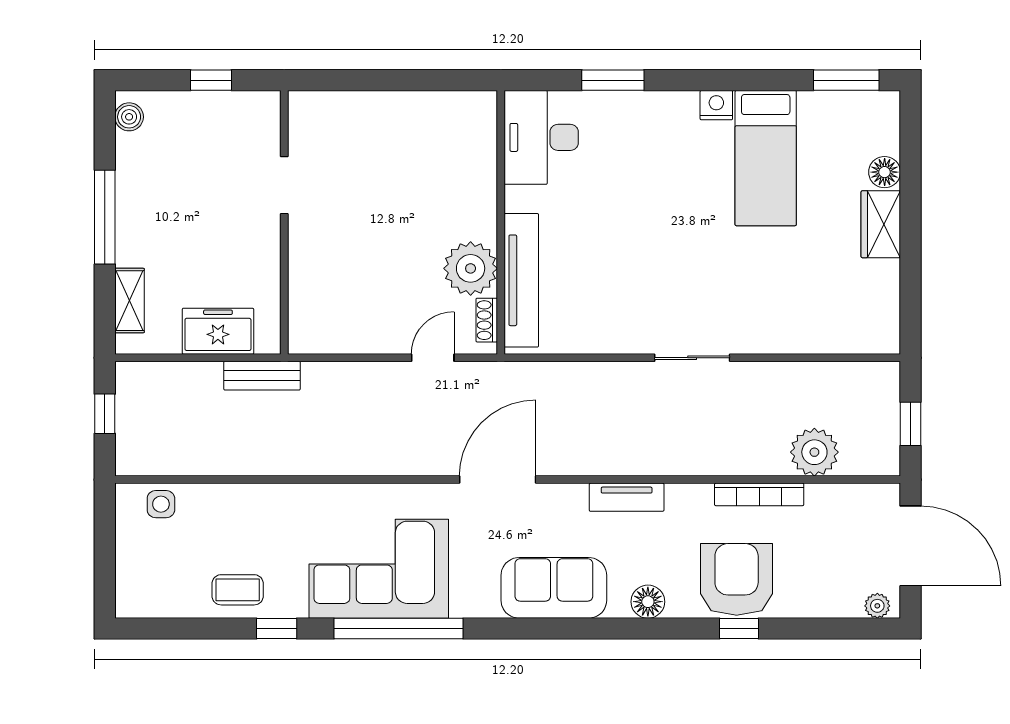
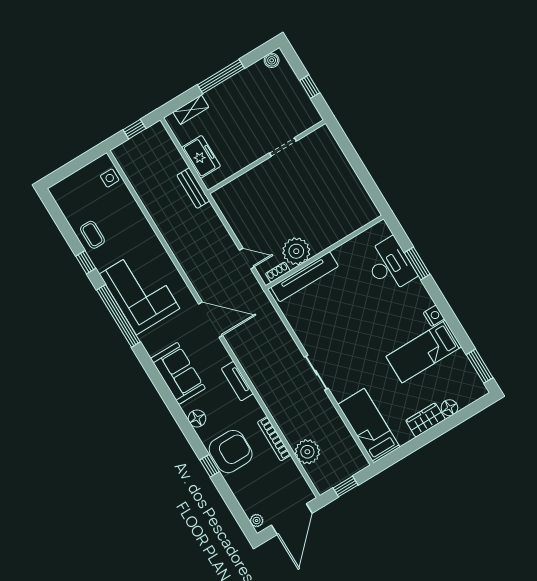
desk: (541, 137) -> (390, 265), moved, turned 90
bed: (833, 324) -> (369, 426), added

